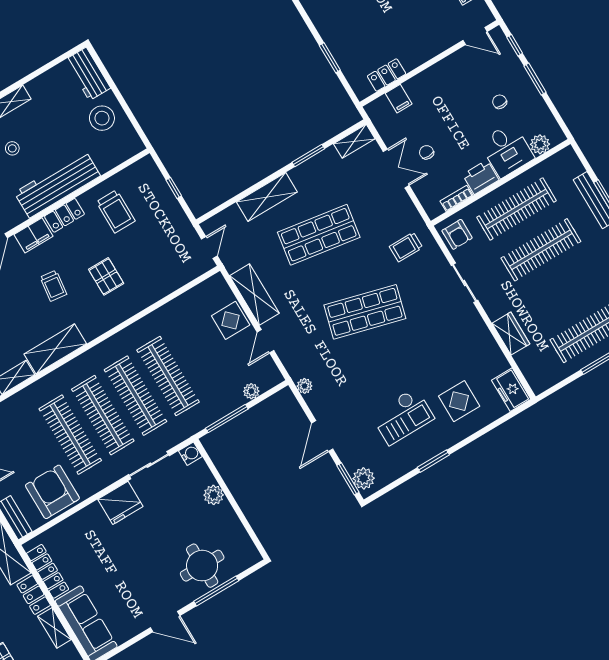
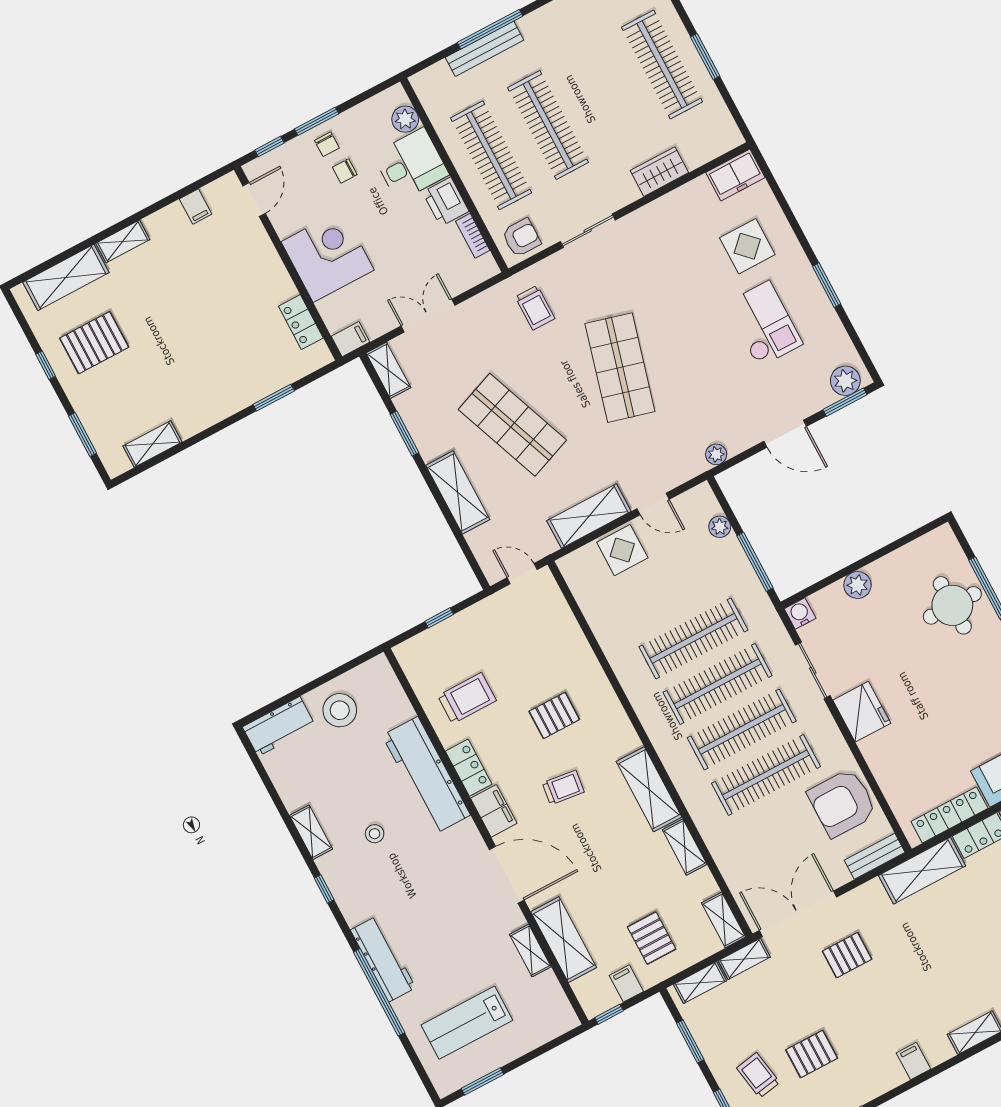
corner desk: (436, 92) -> (328, 256), added
filing cabinet: (399, 99) -> (351, 339), moved
chair: (427, 152) -> (327, 144), moved, turned -90
shop shelf: (319, 235) -> (512, 425), turned -30

